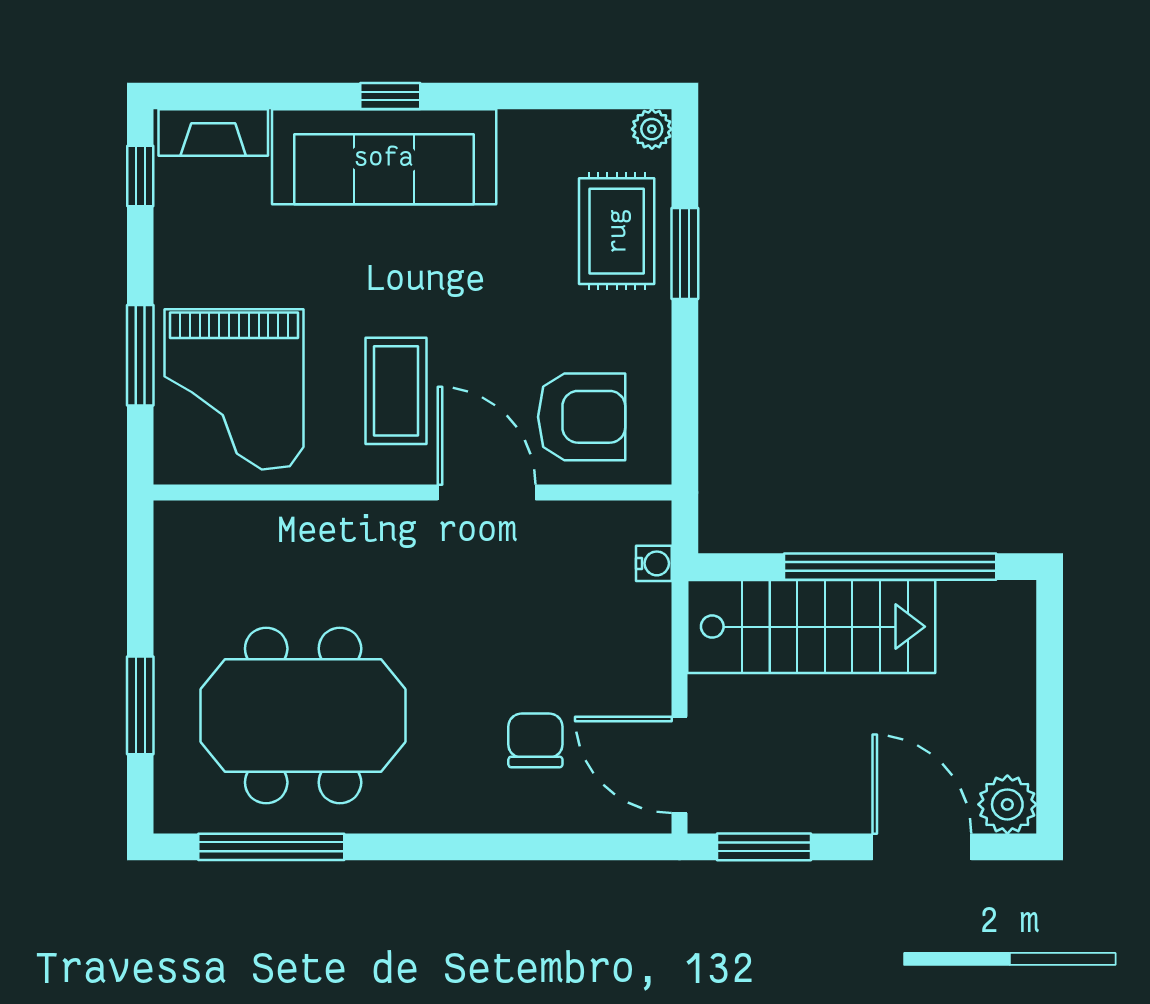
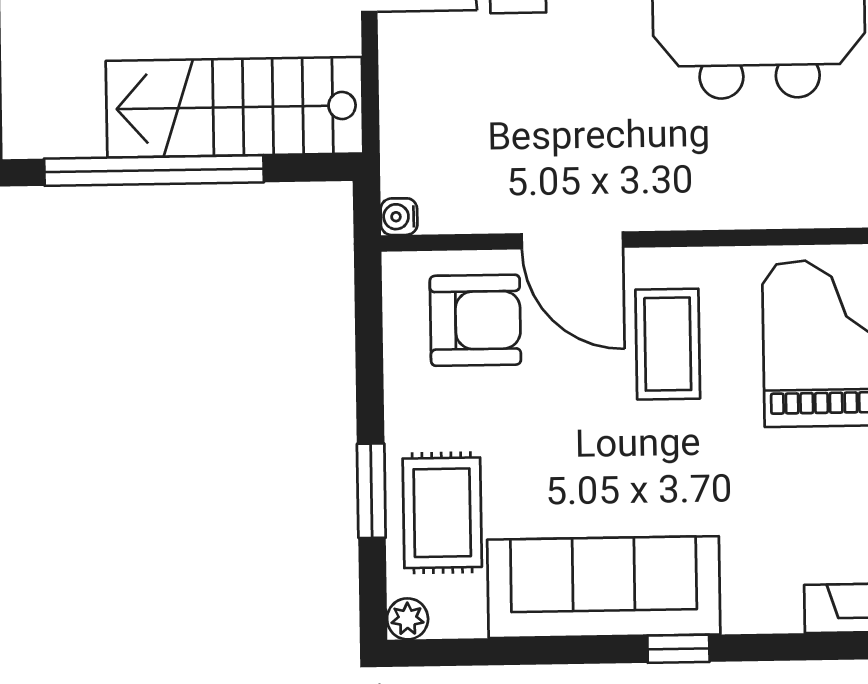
sofa: (384, 157) -> (604, 587), moved
armchair: (582, 417) -> (475, 320), turned 180
water cooler: (654, 563) -> (399, 217), moved

